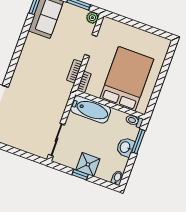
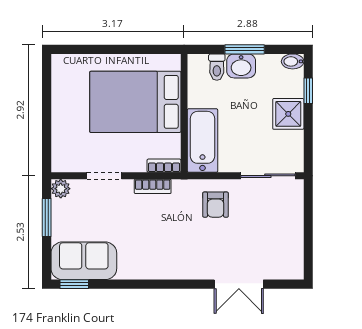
armchair: (51, 104) -> (216, 205), added
toilet: (134, 121) -> (217, 67), moved
window: (138, 141) -> (245, 49), moved
window: (80, 175) -> (308, 91), moved

